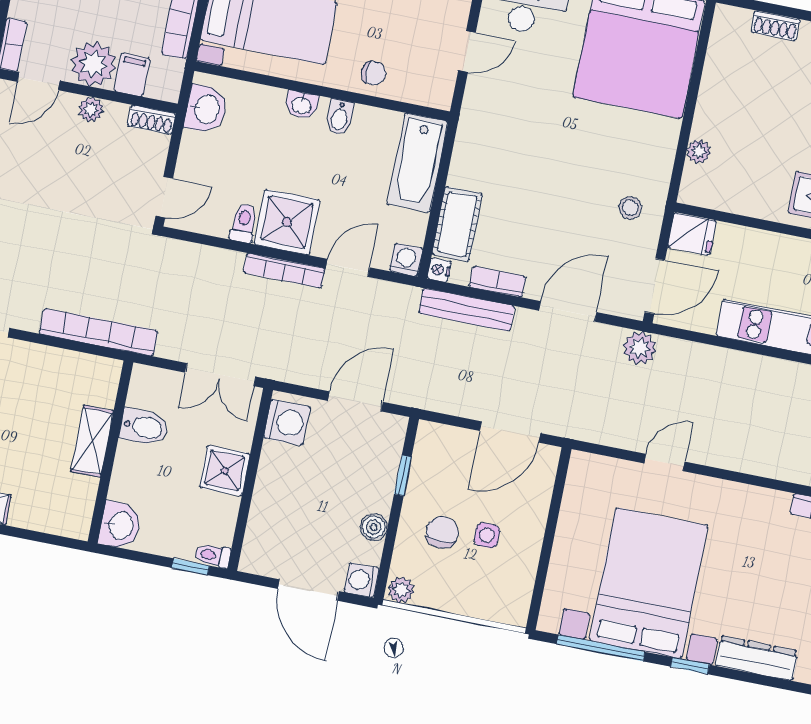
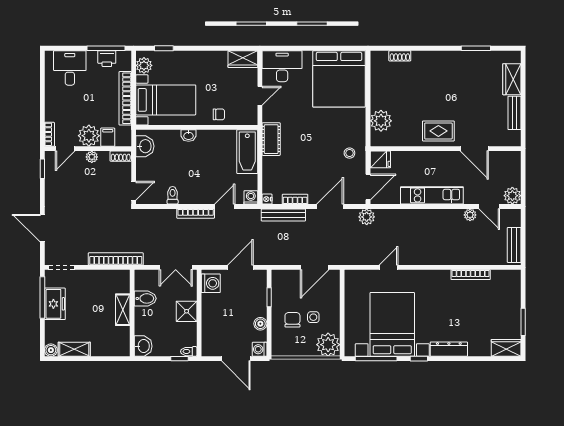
bidet: (340, 117) -> (207, 138), removed
plant: (699, 151) -> (381, 121), width x1.87, depth x1.87
shower: (287, 222) -> (193, 191), removed
cot: (457, 224) -> (271, 139), moved
plant: (401, 590) -> (328, 345), moved, width x1.88, depth x1.88

